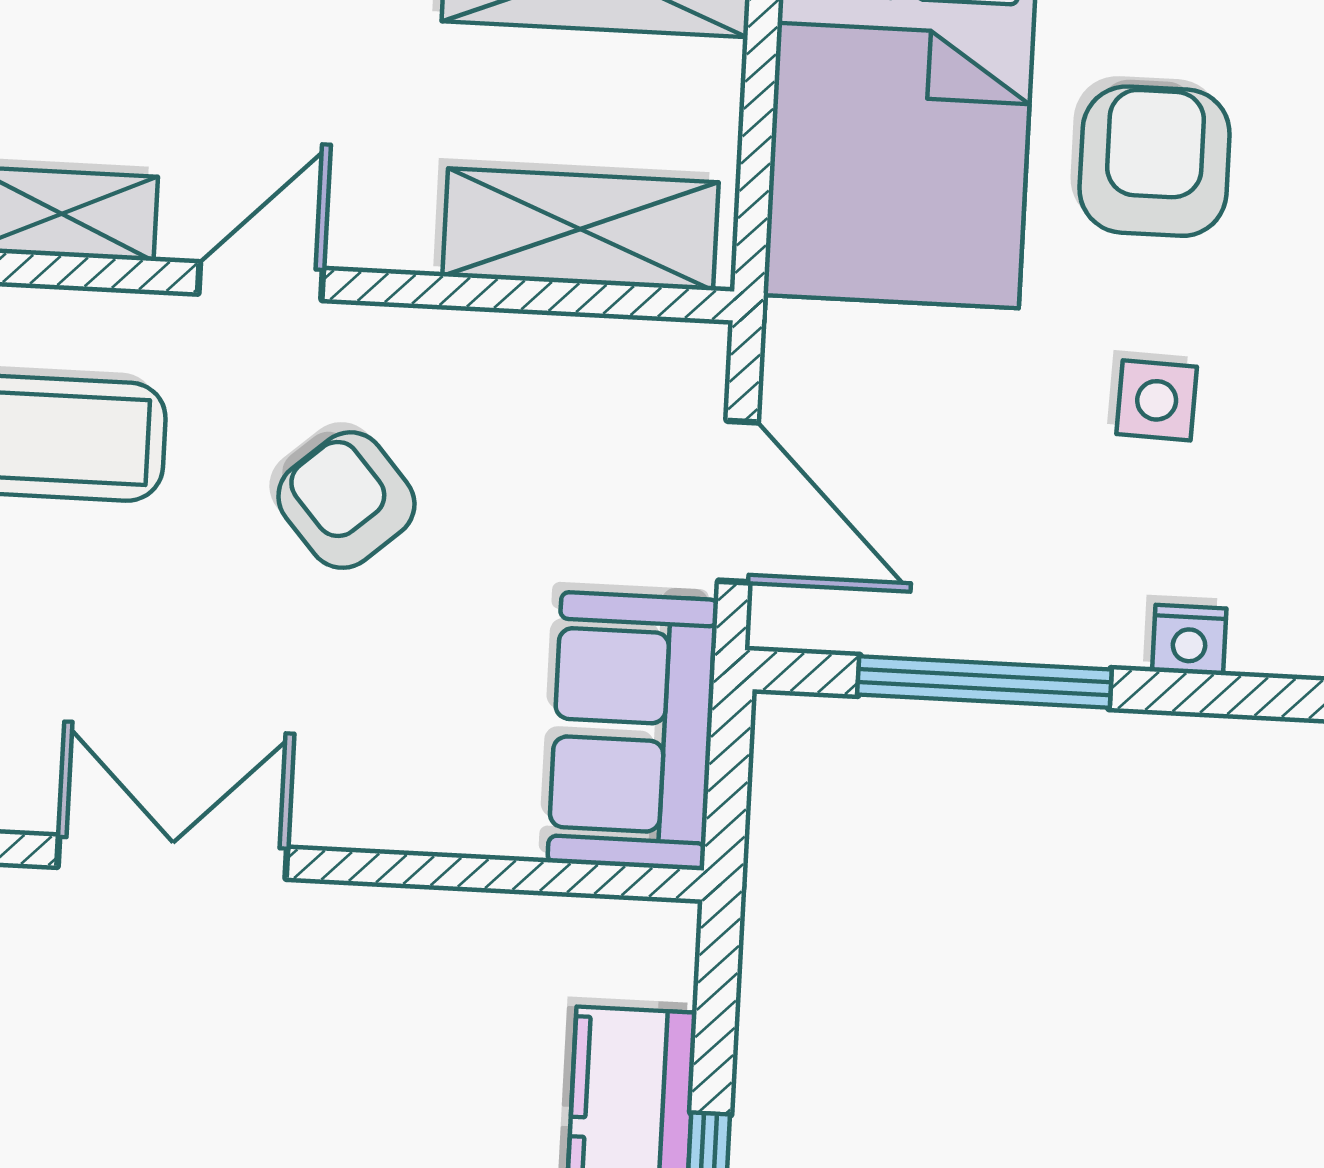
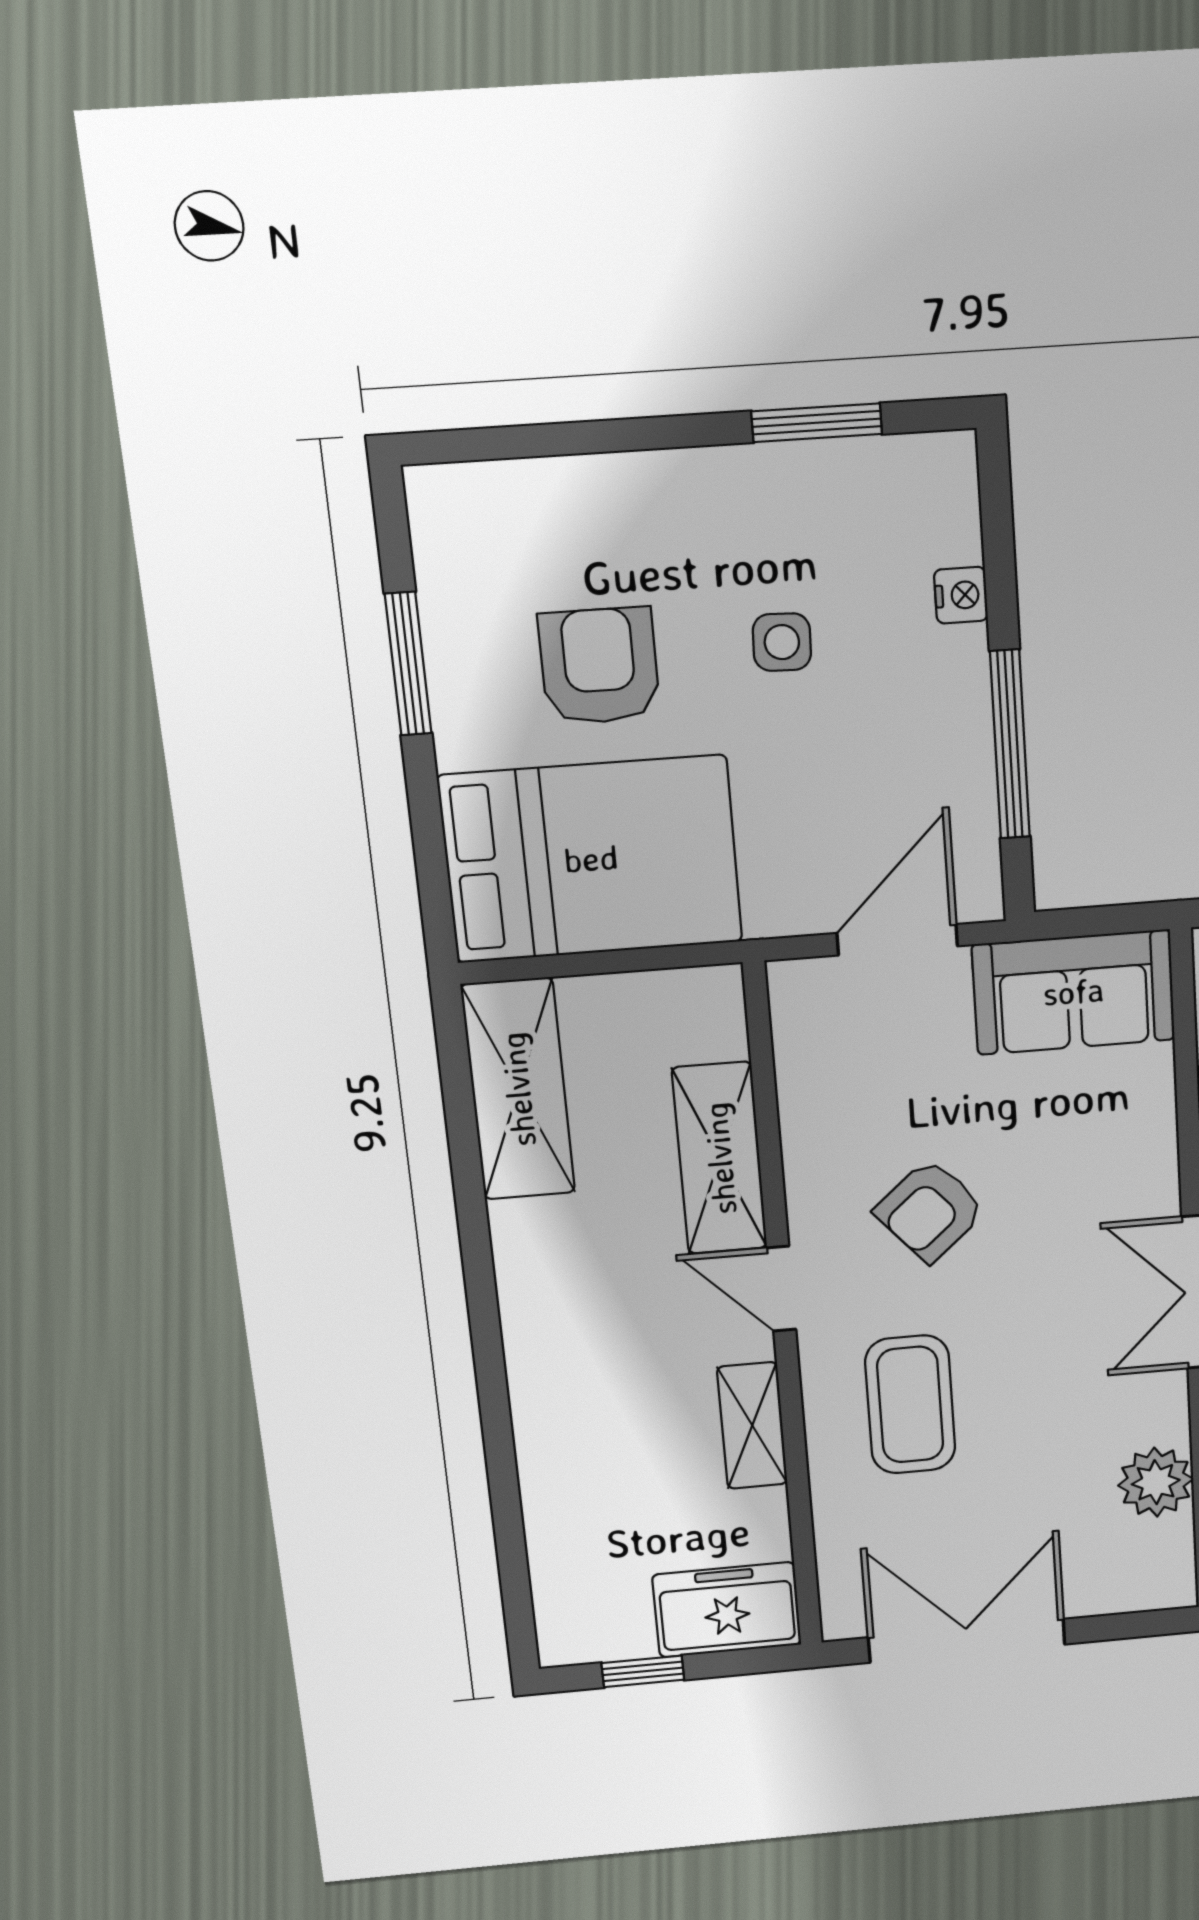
armchair: (1155, 161) -> (599, 666), turned 90
shelving: (581, 229) -> (720, 1158), moved

